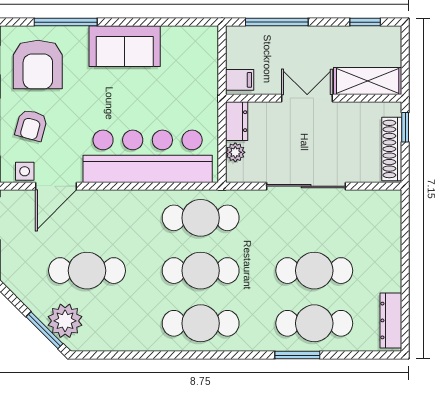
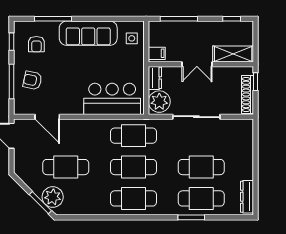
sofa: (125, 46) -> (88, 33), width x1.36
armchair: (38, 65) -> (36, 44), width x0.53, depth x0.53
double door: (307, 98) -> (197, 64), swing flipped
armchair: (31, 125) -> (32, 80), turned 87
plant: (235, 152) -> (159, 102), width x1.88, depth x1.88
bar counter: (148, 156) -> (112, 99), width x0.73
side table: (25, 171) -> (132, 38), moved
door: (56, 186) -> (47, 117), hinge flipped

